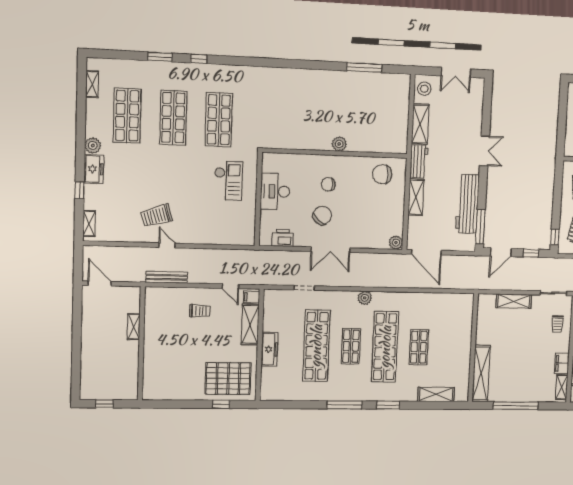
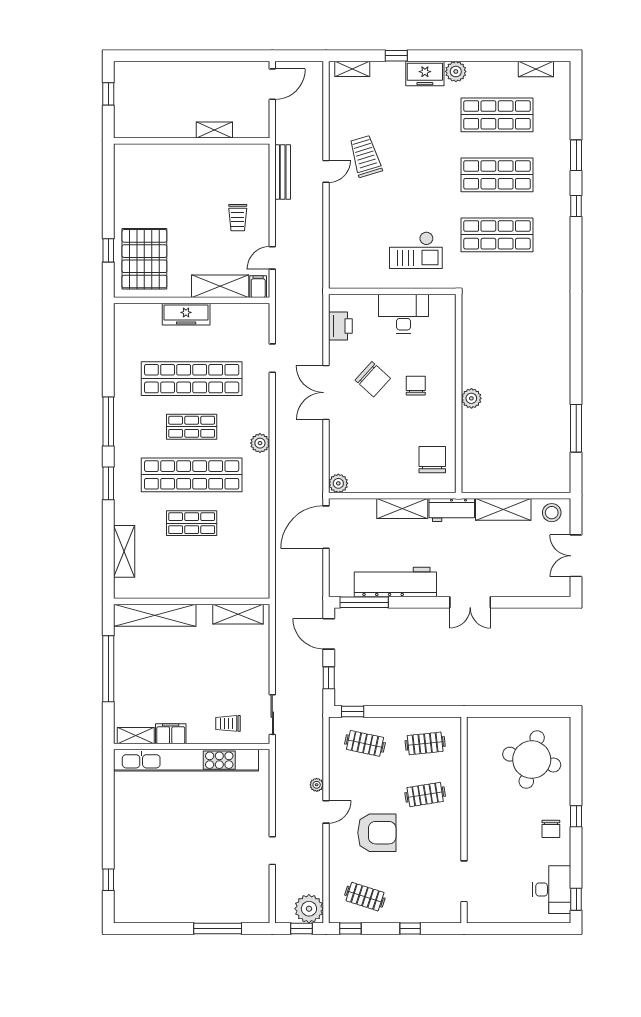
shelving: (514, 301) -> (238, 614), moved, turned 90

